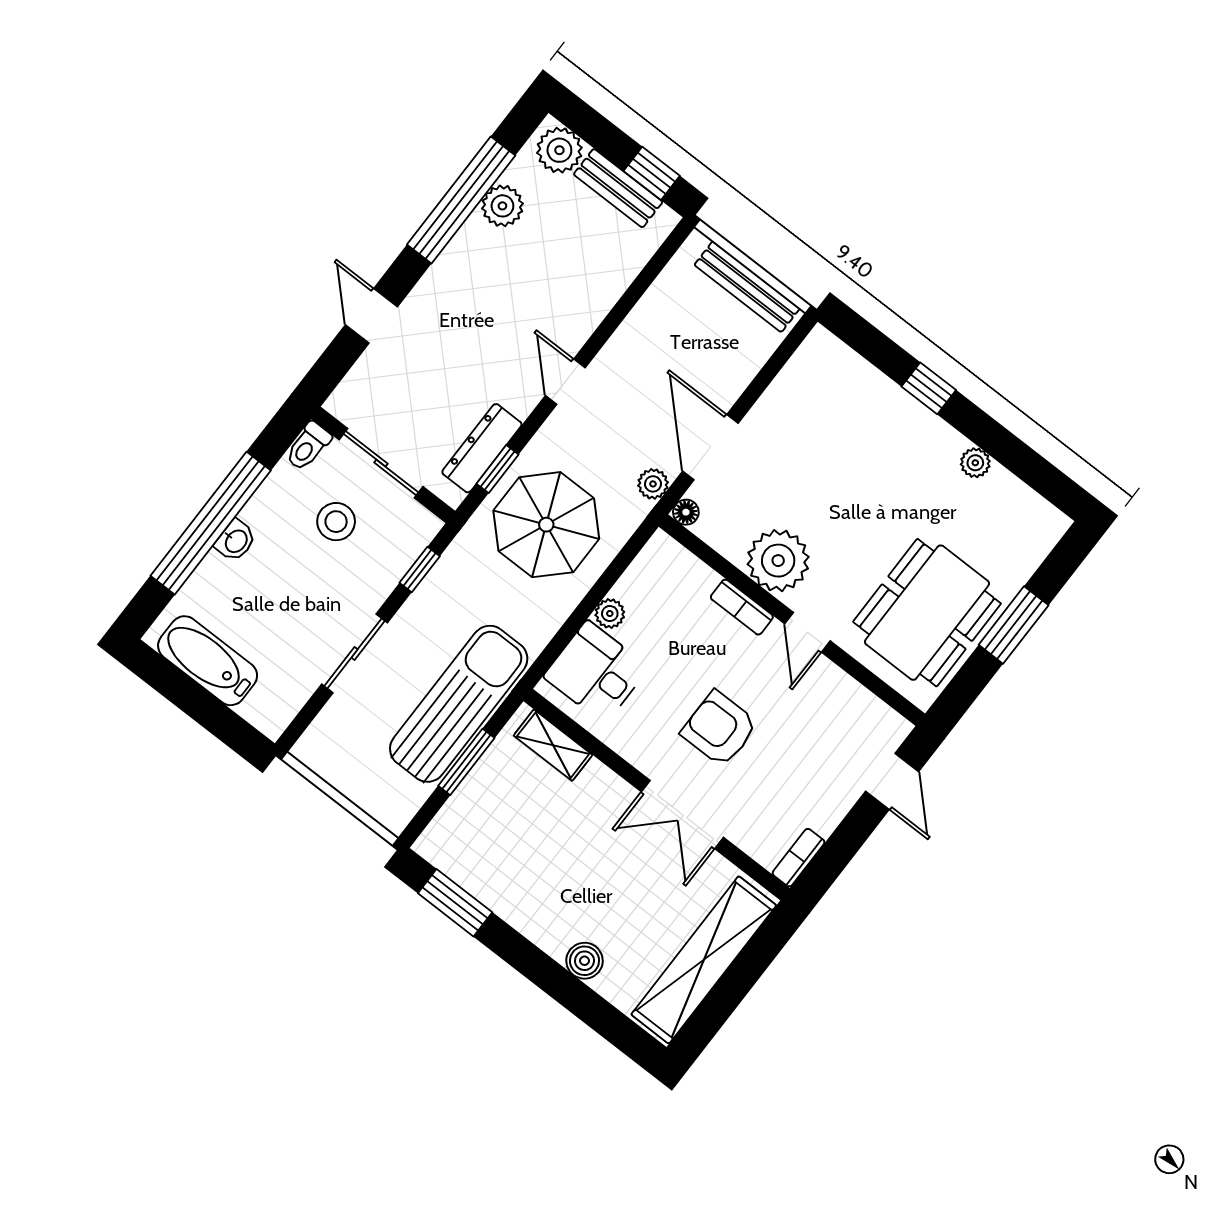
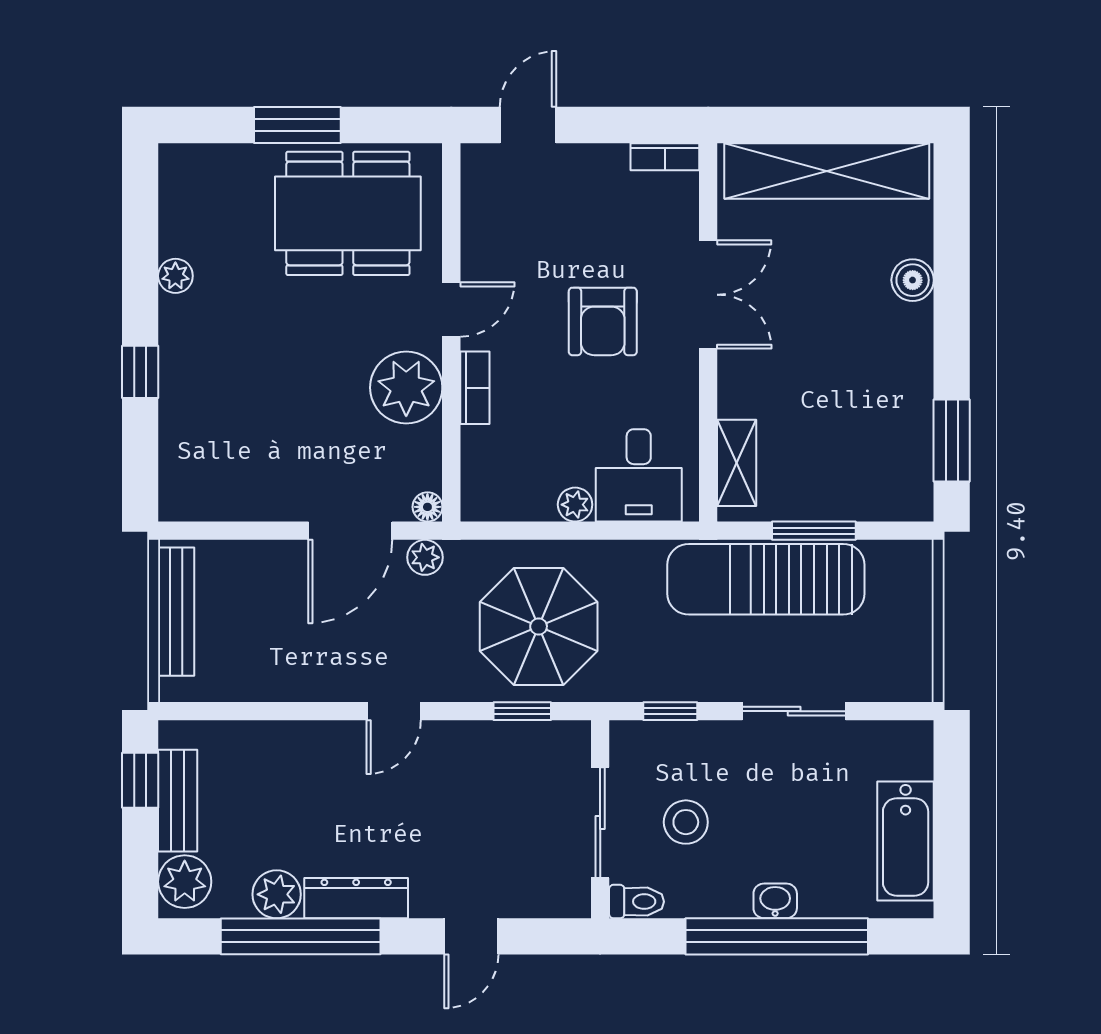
dresser: (482, 448) -> (356, 898), moved, turned 180

